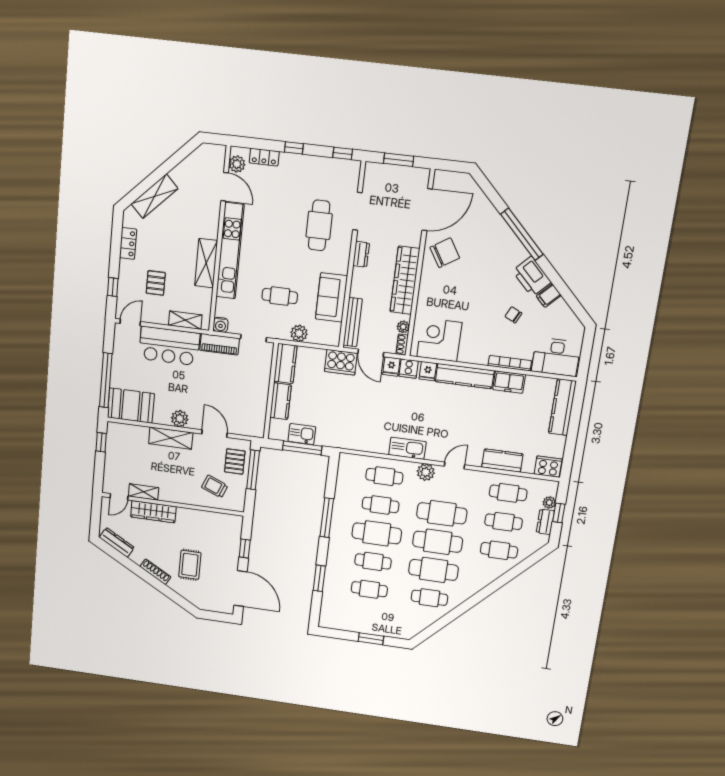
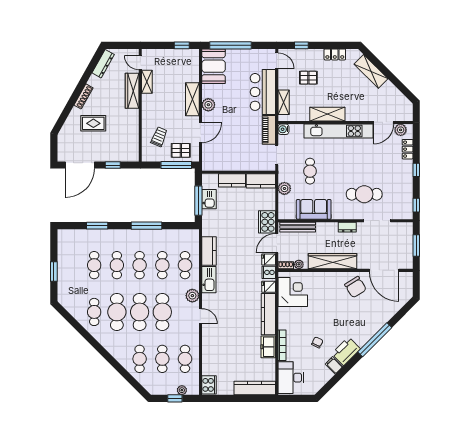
kitchen counter: (502, 461) -> (209, 251), moved
dresser: (545, 522) -> (167, 390), removed
cafe table: (377, 533) -> (140, 265), width x0.73, depth x0.74

